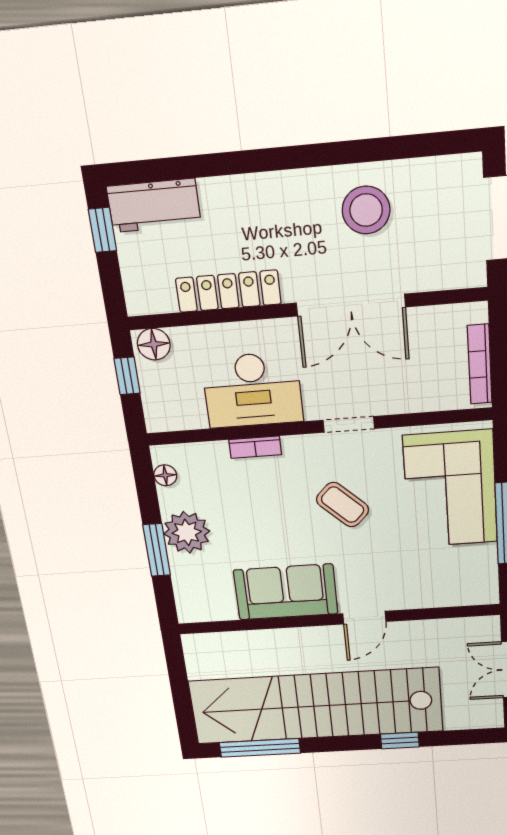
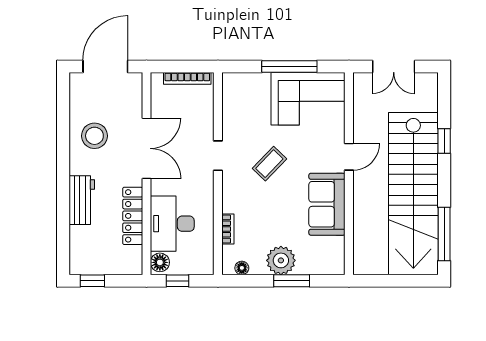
workbench: (154, 206) -> (82, 200), moved
desk: (252, 390) -> (172, 224), moved, turned 180
bookcase: (255, 447) -> (228, 229), moved
corner sofa: (451, 489) -> (308, 99), moved
door: (364, 618) -> (349, 157), hinge flipped

